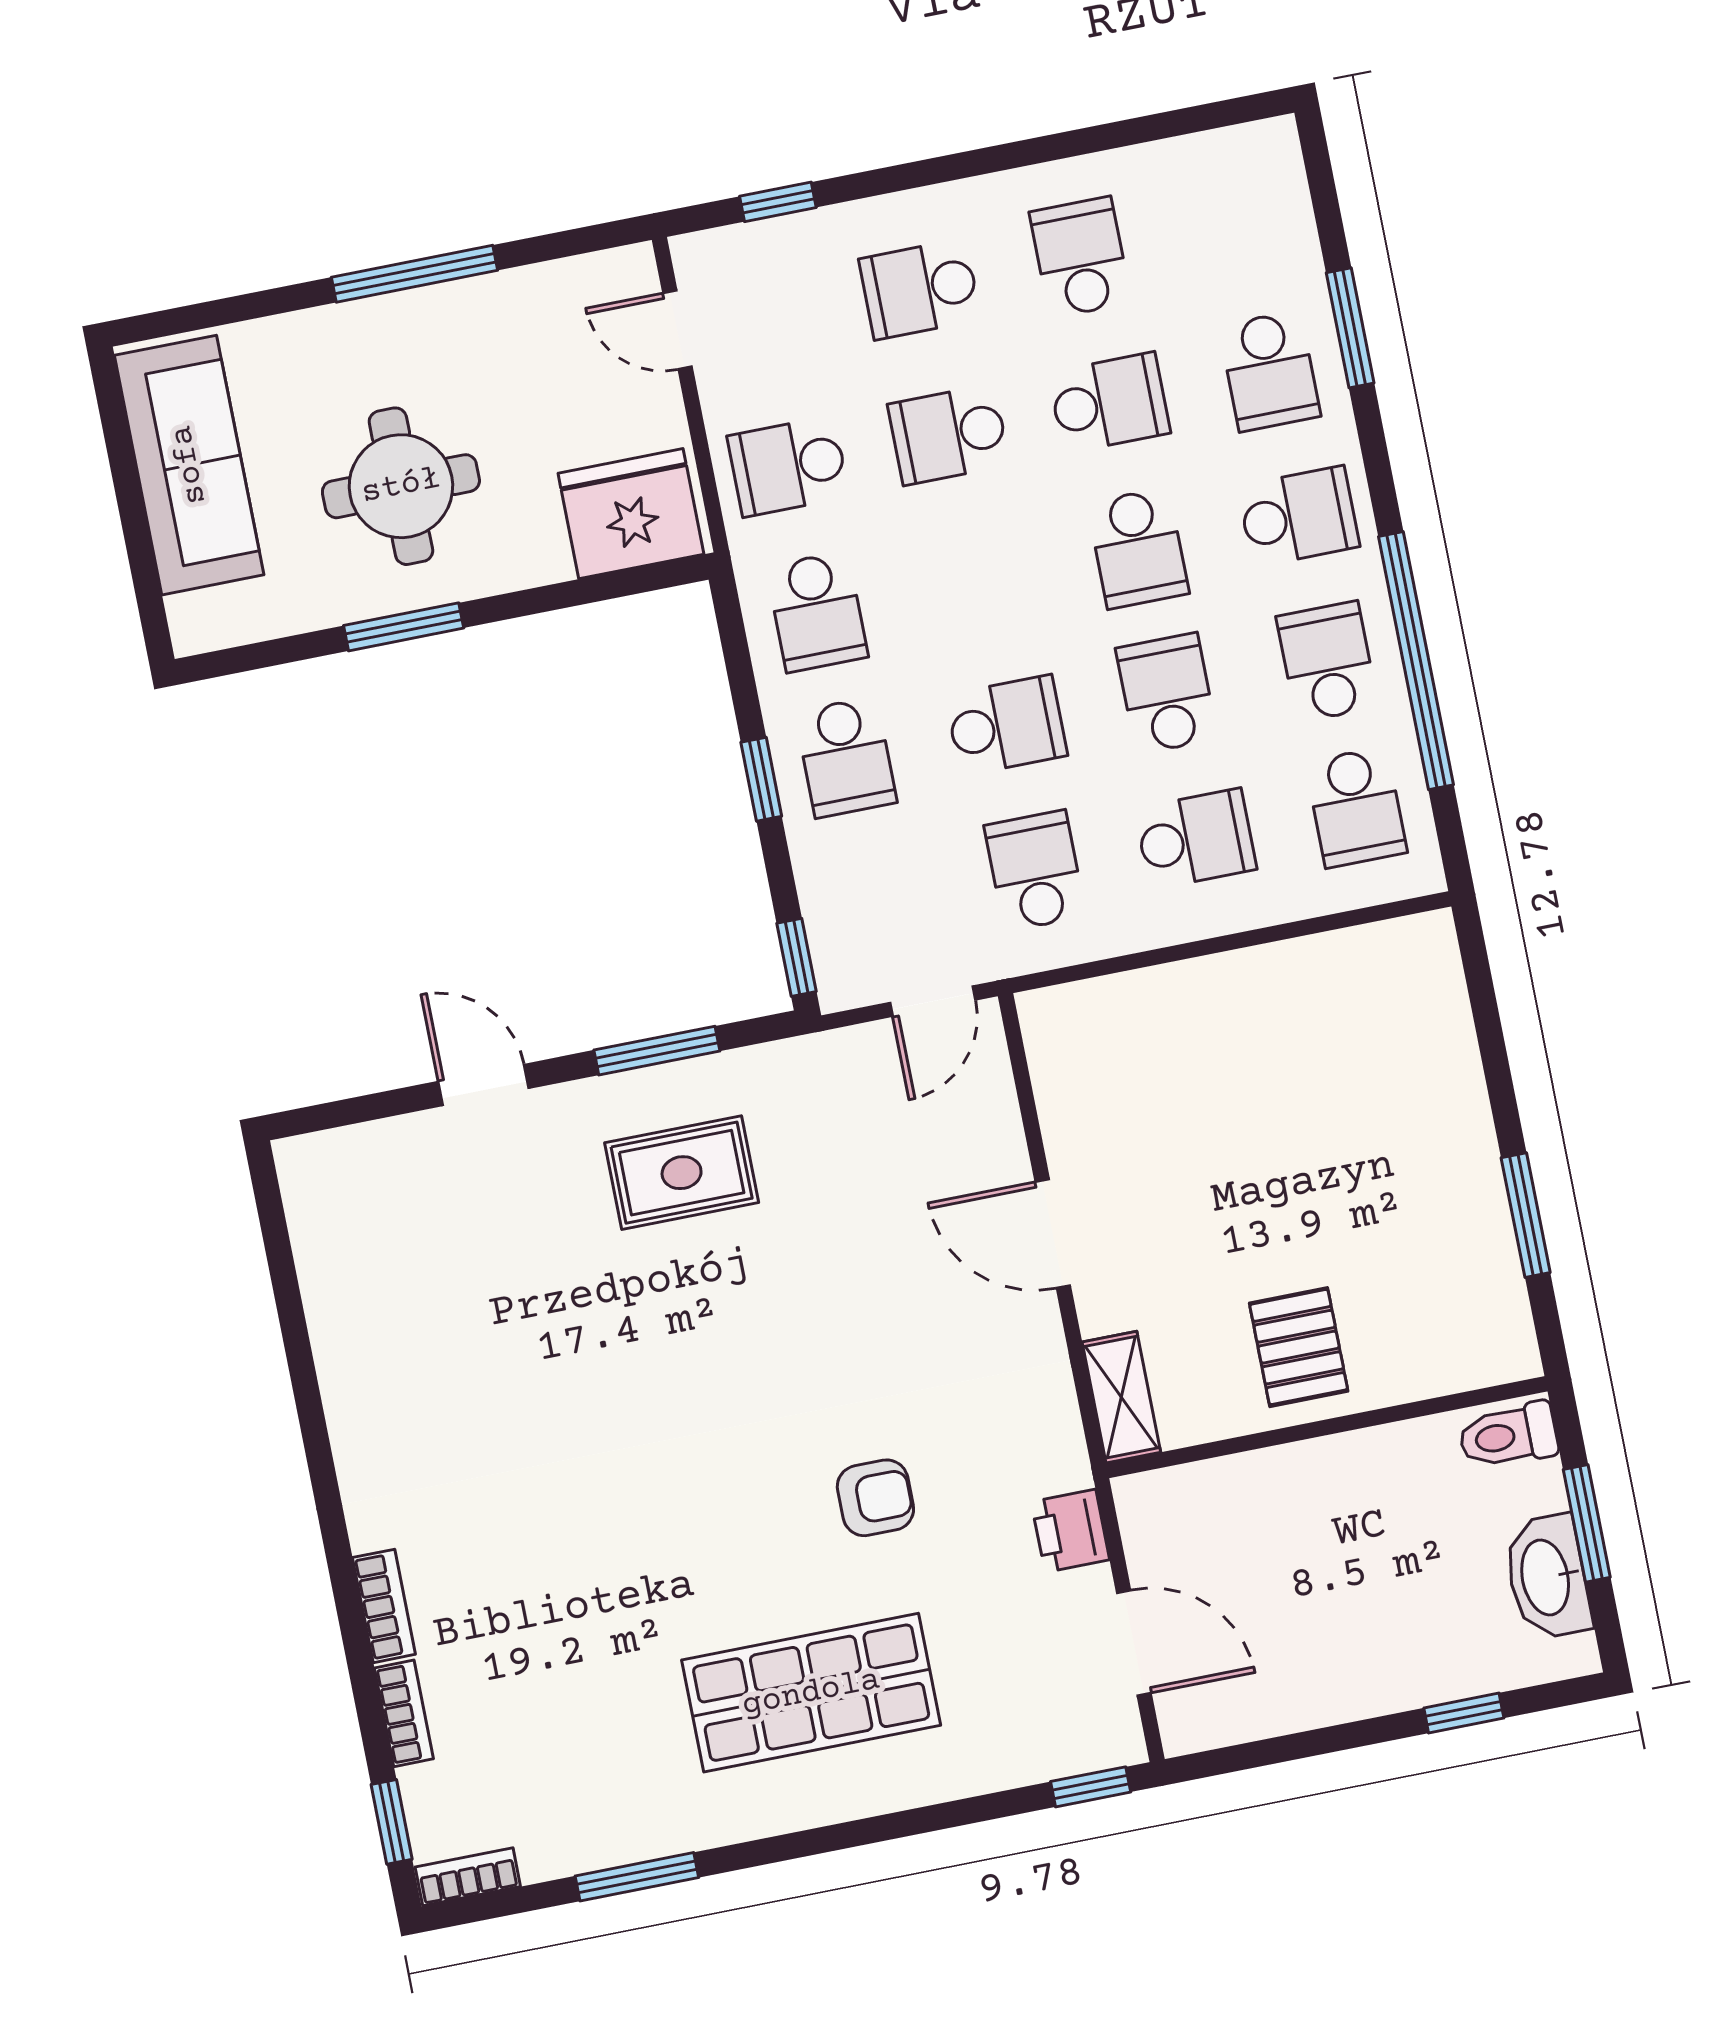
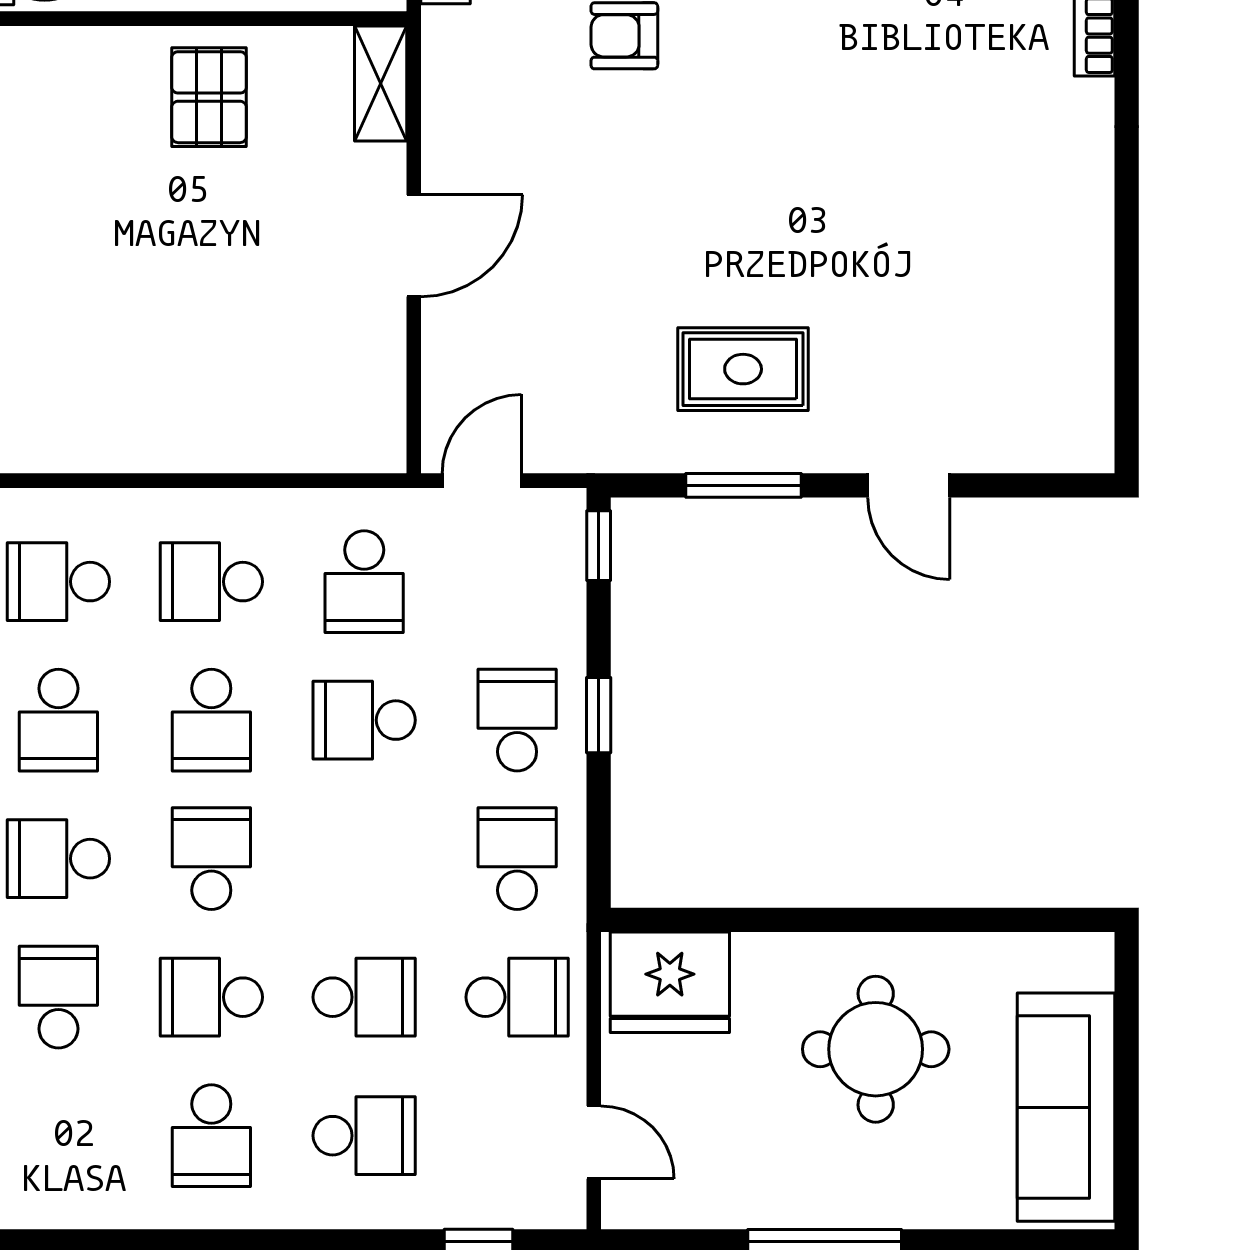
window: (404, 627) -> (899, 920), removed
school desk: (1356, 807) -> (58, 582), turned -90
door: (1053, 1234) -> (414, 246), hinge flipped

